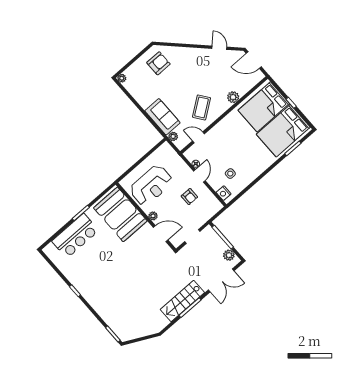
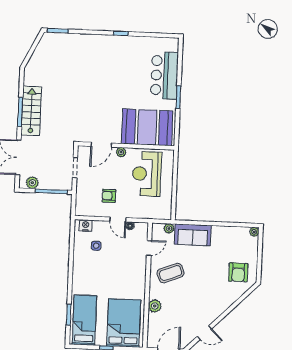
coffee table: (201, 107) -> (171, 273), turned -75
bed: (283, 131) -> (84, 320), width x0.67

